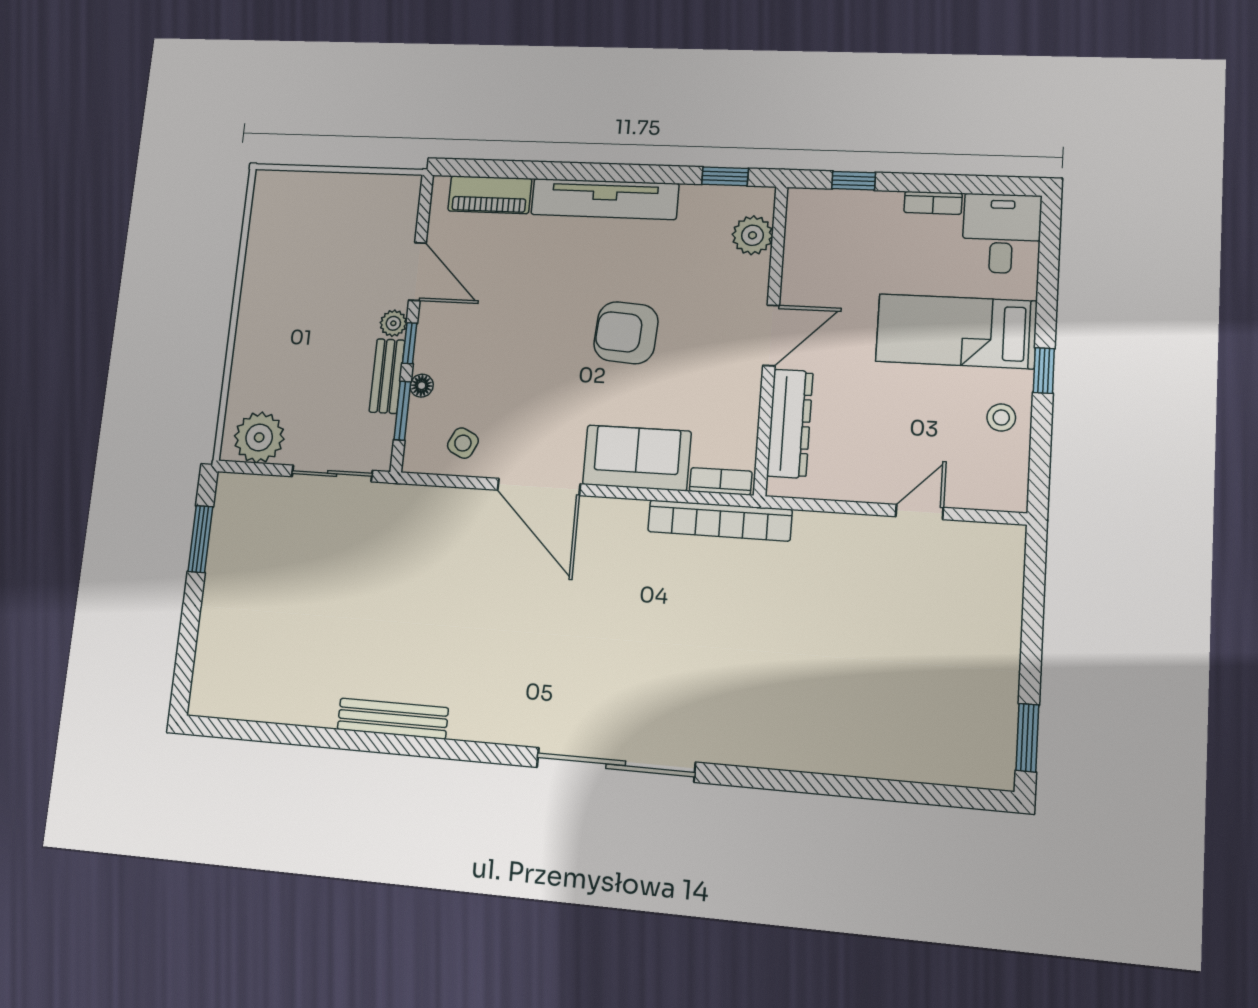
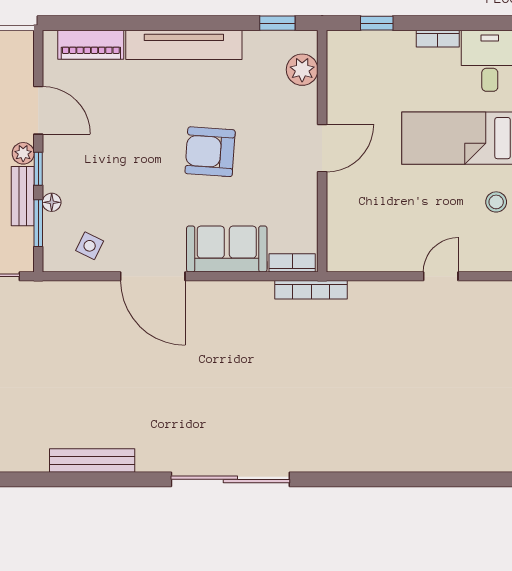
dresser: (790, 424) -> (341, 216), removed
bookcase: (720, 520) -> (311, 290), width x0.68, depth x0.76
bench: (393, 719) -> (92, 461), moved

